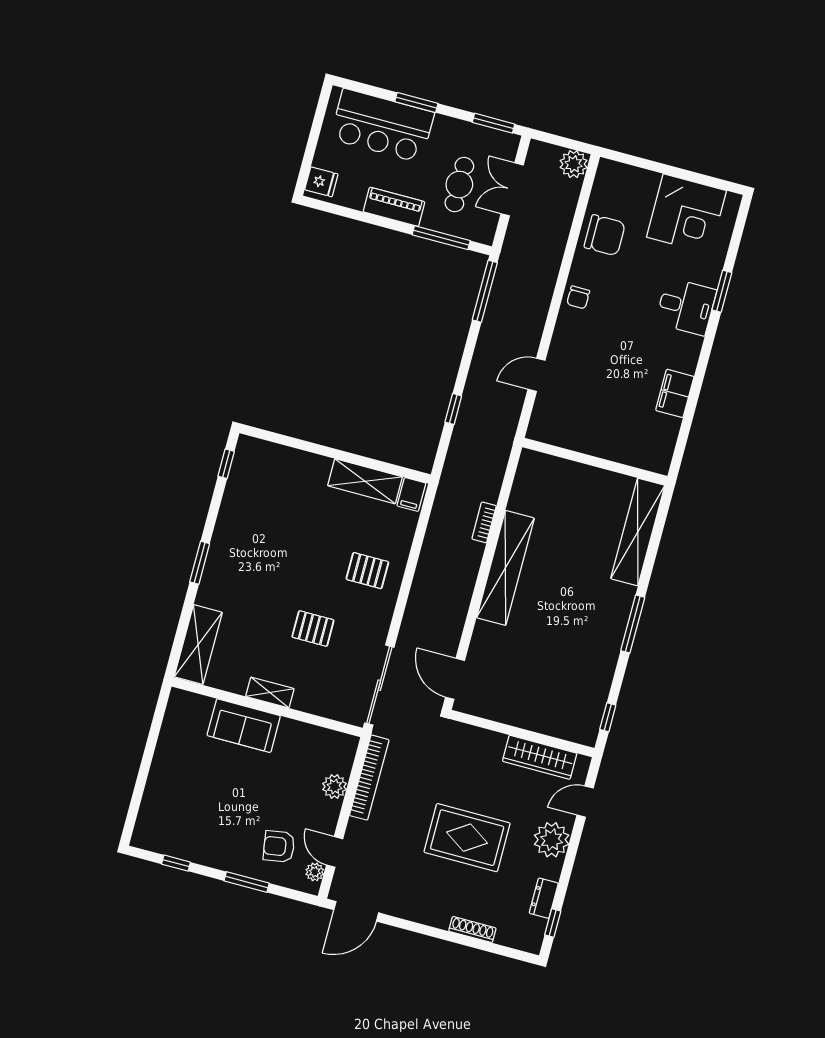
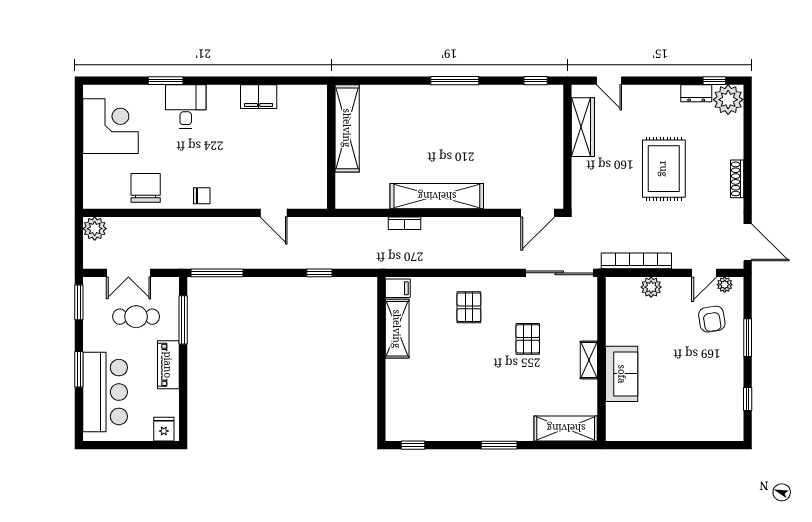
shelving: (638, 532) -> (347, 128), moved, turned 90
plant: (552, 840) -> (728, 100), moved
shoe rack: (472, 930) -> (737, 179), moved

